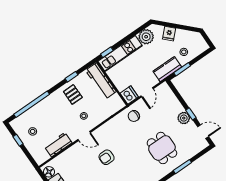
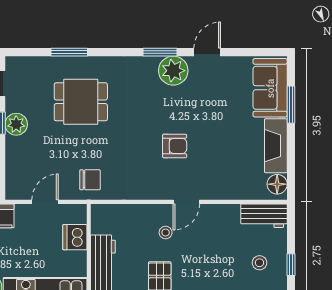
dishwasher: (129, 95) -> (75, 237), moved
door: (84, 136) -> (186, 202), swing flipped
workbench: (58, 145) -> (264, 216), moved
dining table: (162, 148) -> (81, 102), turned 90

